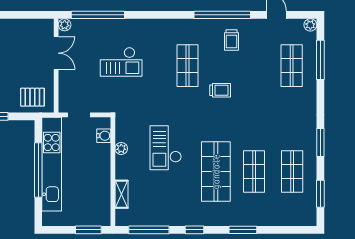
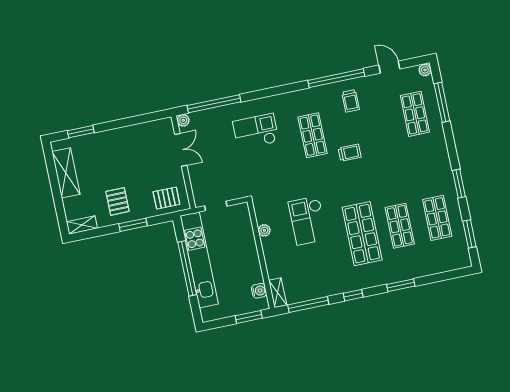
checkout: (121, 62) -> (256, 131), moved, turned 180
water cooler: (104, 136) -> (259, 291), moved
shelving: (121, 194) -> (278, 293), moved

